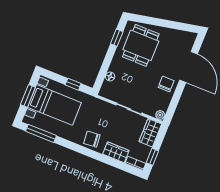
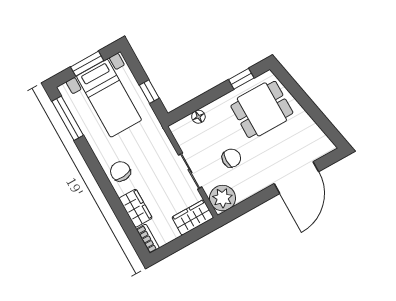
chair: (166, 84) -> (231, 158), moved
plant: (160, 115) -> (223, 198), width x1.88, depth x1.88
window: (152, 157) -> (173, 247), removed

